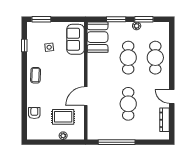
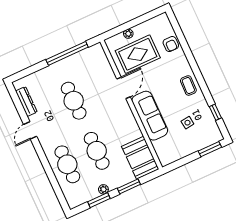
sofa: (75, 39) -> (150, 116), moved, width x1.36
door: (172, 96) -> (30, 130), swing flipped
rug: (63, 117) -> (138, 54), width x1.36, depth x1.43

